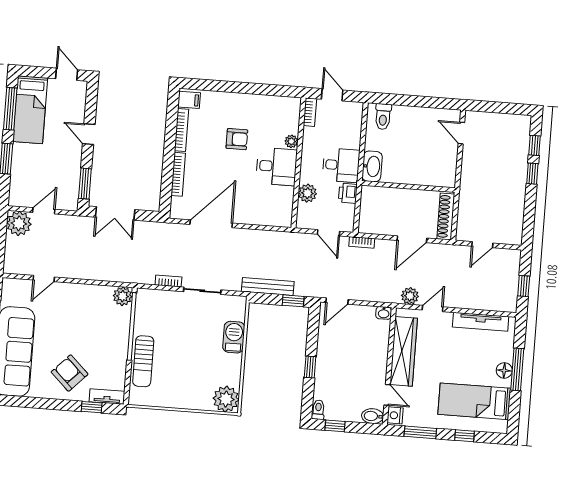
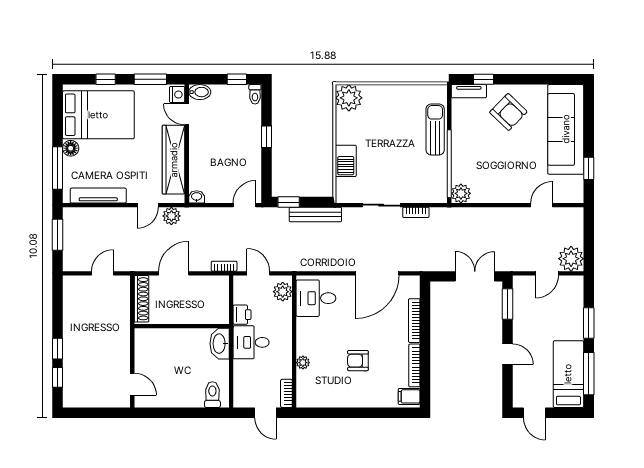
desk: (276, 166) -> (316, 298), moved
plant: (307, 193) -> (283, 292), moved
window: (524, 286) -> (58, 235), width x1.50
window: (517, 369) -> (58, 168), moved
bed: (474, 401) -> (98, 115), width x1.50

